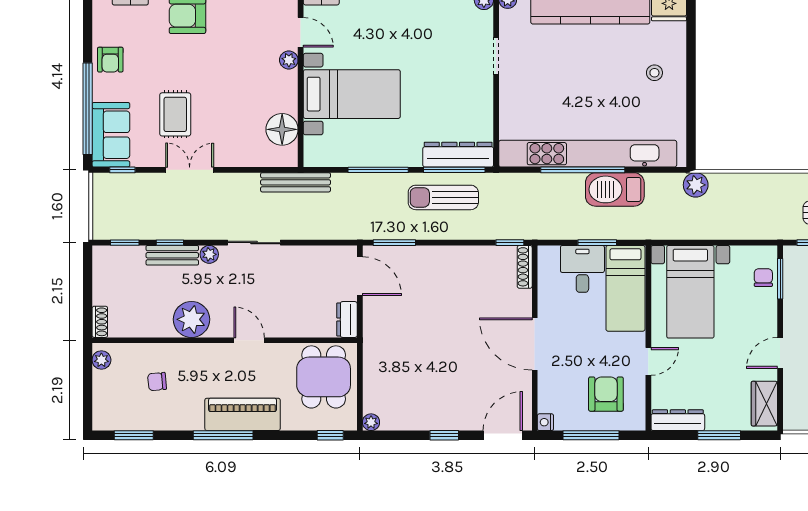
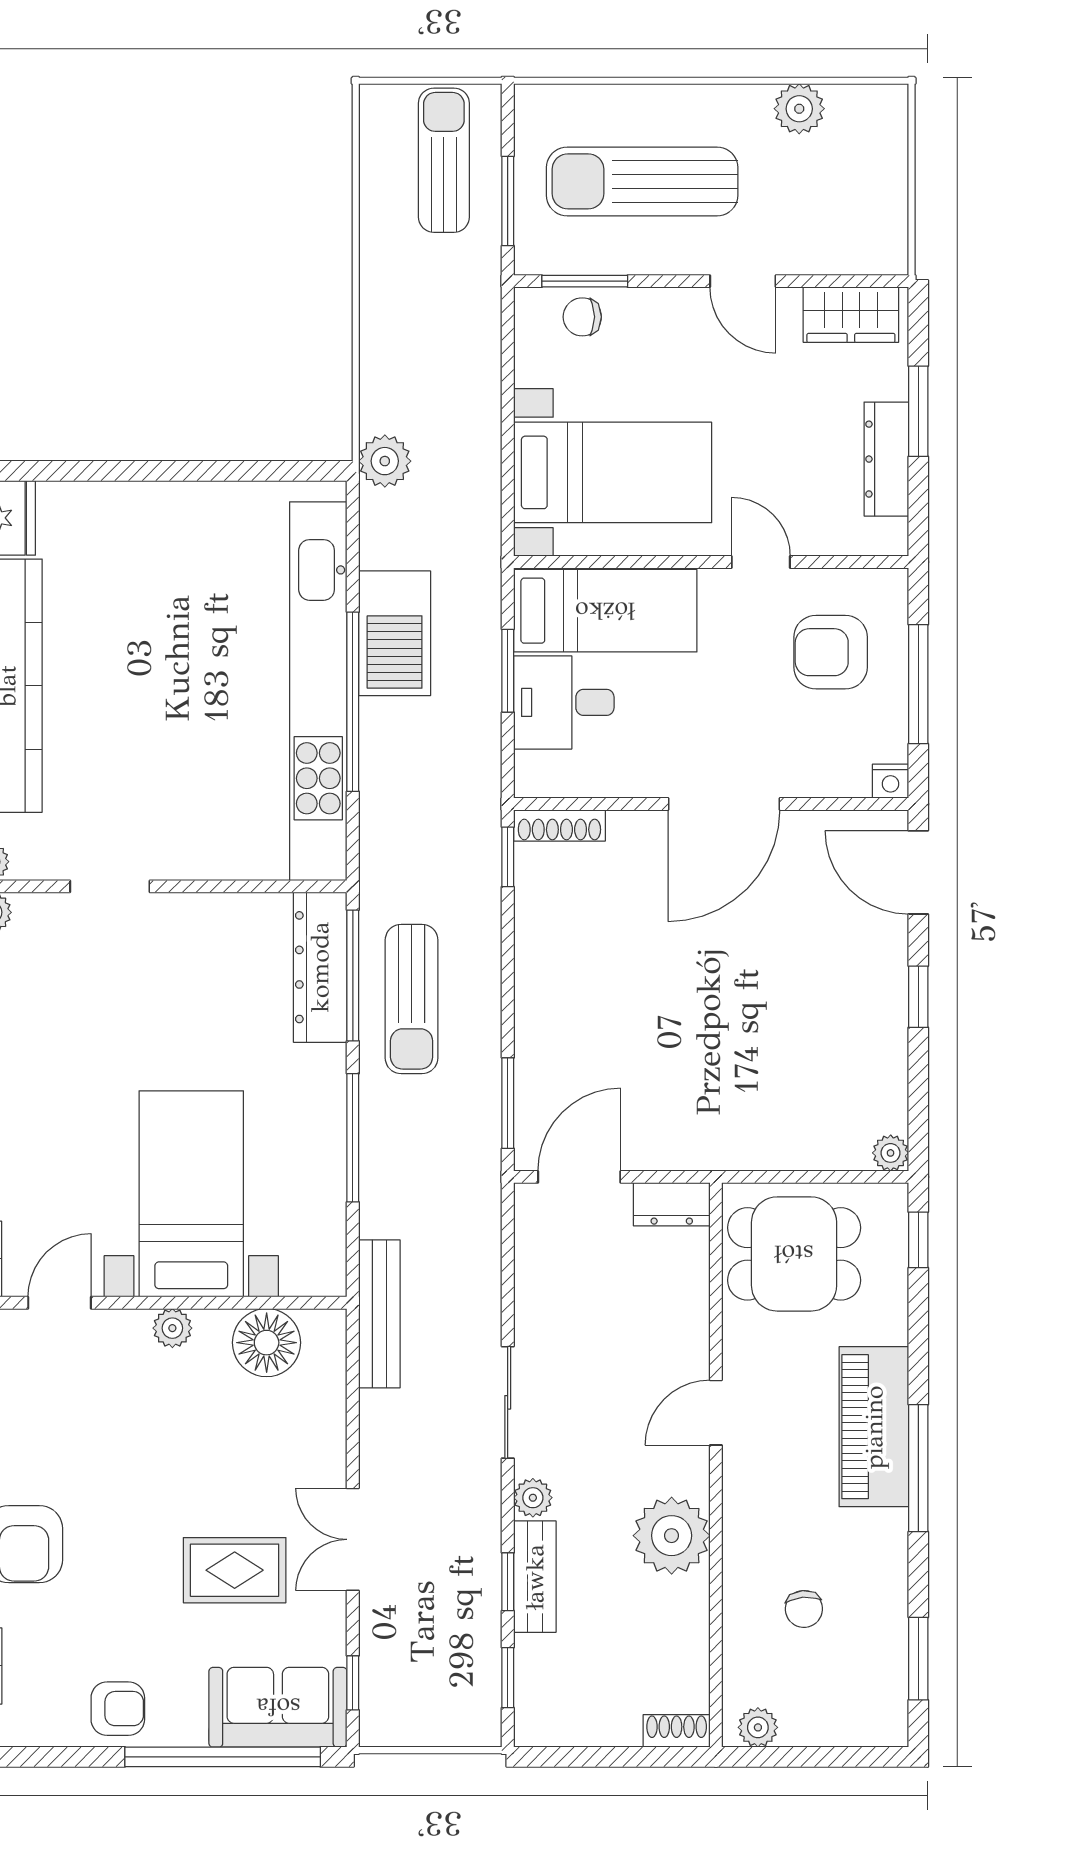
plant: (289, 60) -> (172, 1328), moved
stool: (654, 73) -> (146, 549), removed
dresser: (678, 420) -> (886, 459), moved

